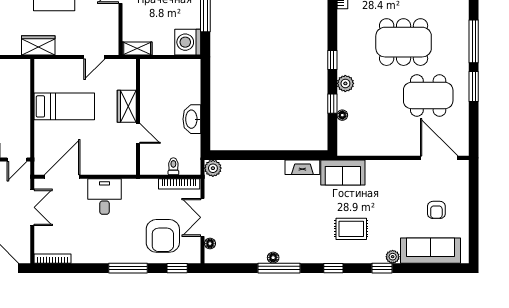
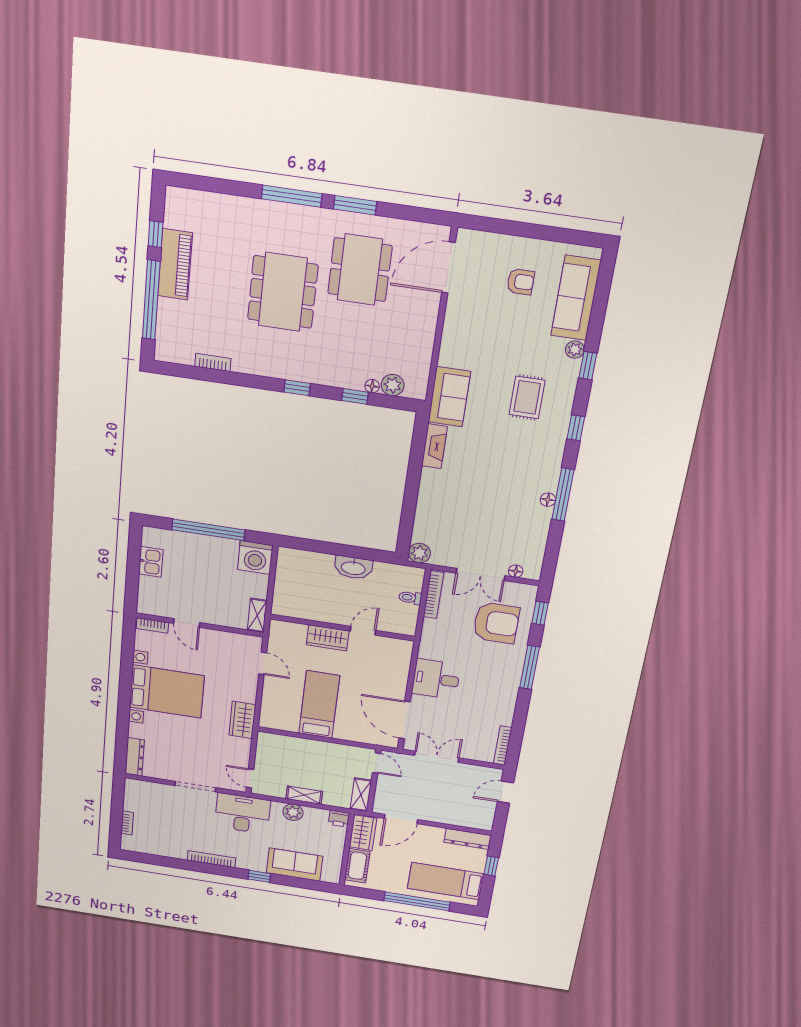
plant: (345, 83) -> (393, 385), moved

